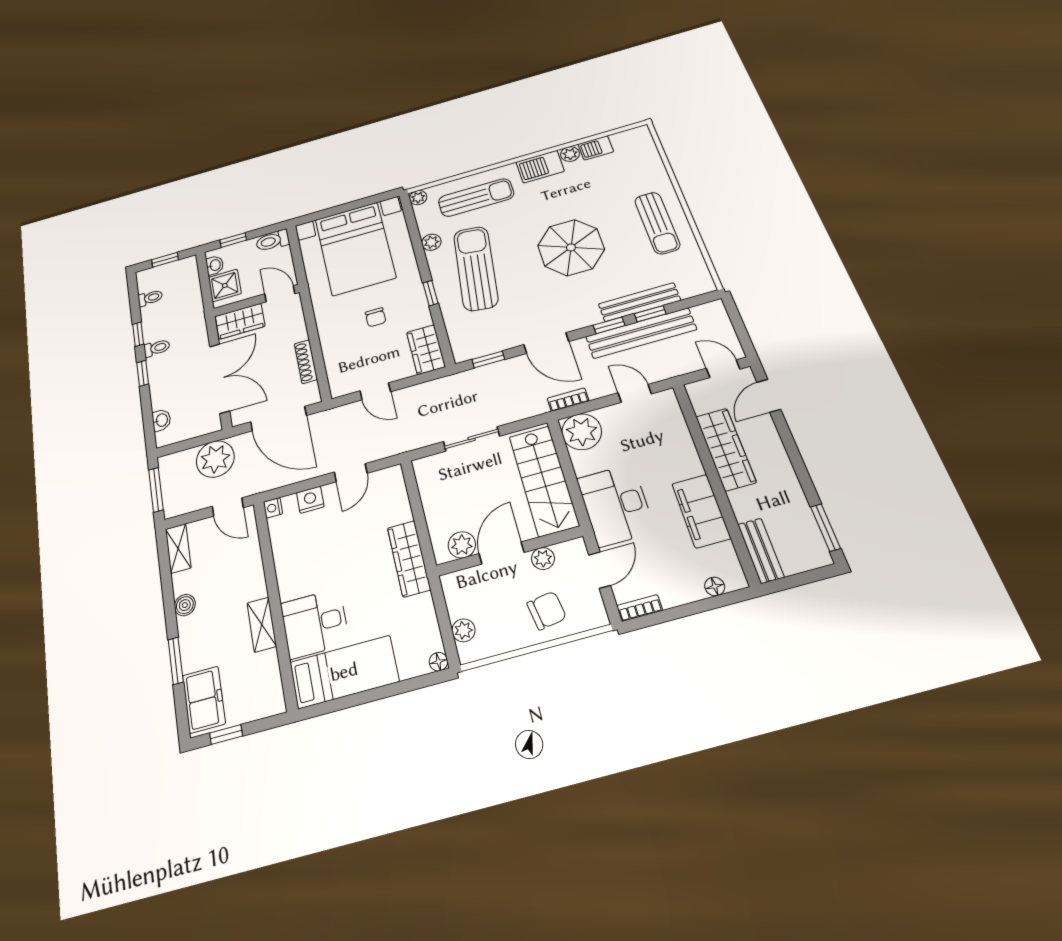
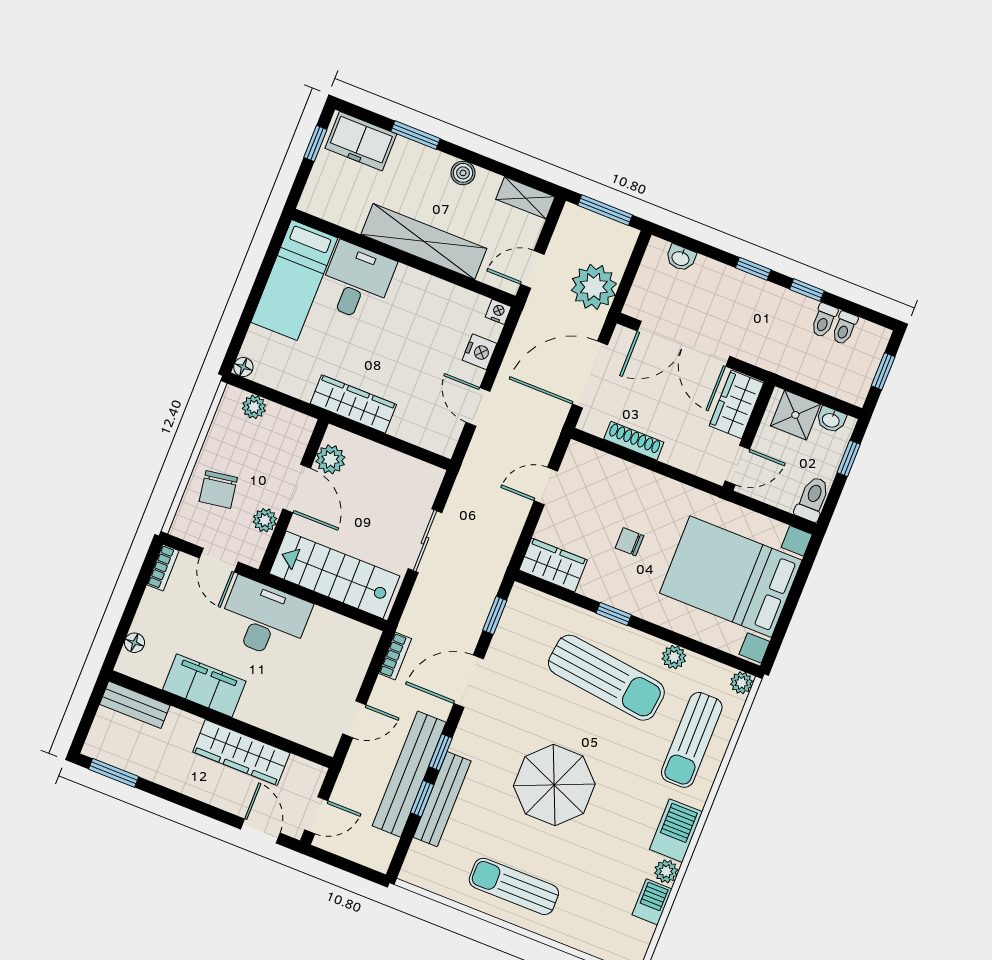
toilet: (157, 348) -> (824, 320), moved
plant: (582, 432) -> (354, 644), removed
shelving: (262, 625) -> (424, 241), width x2.20, depth x1.33

